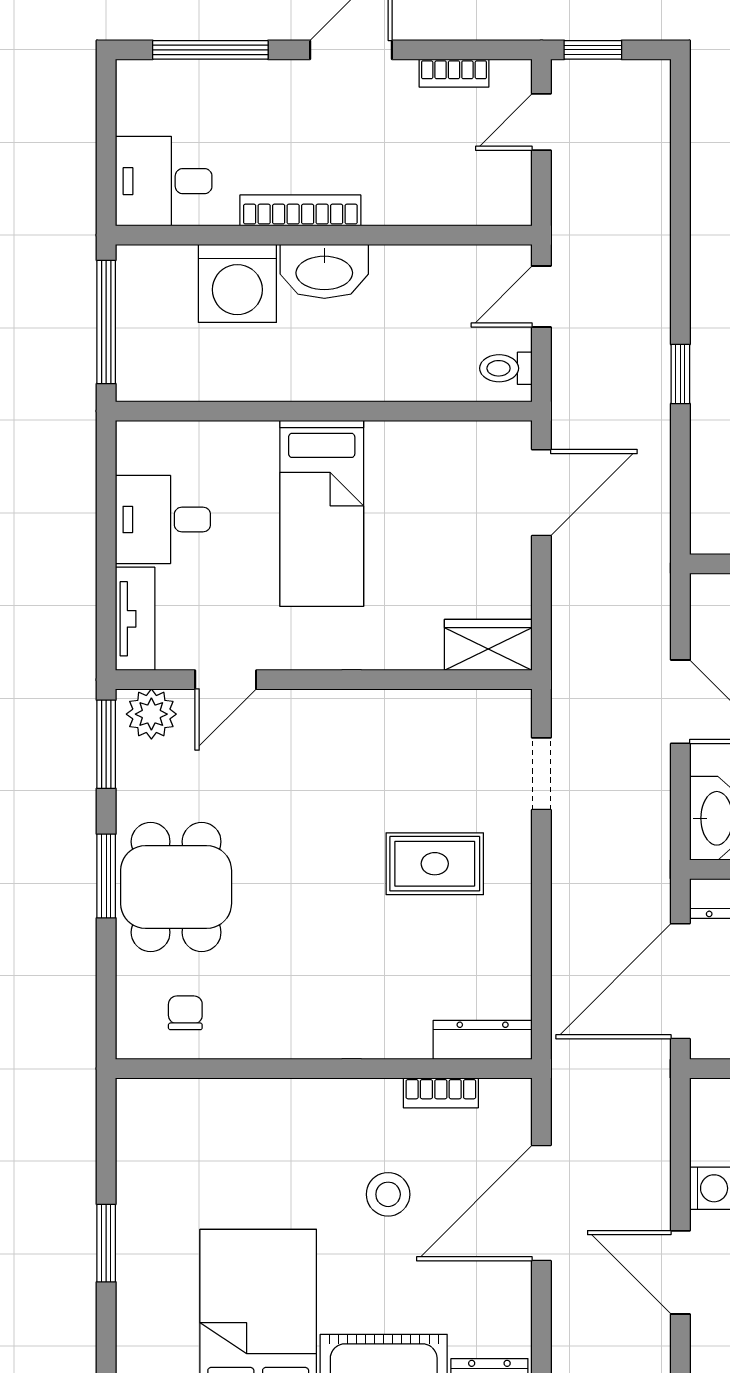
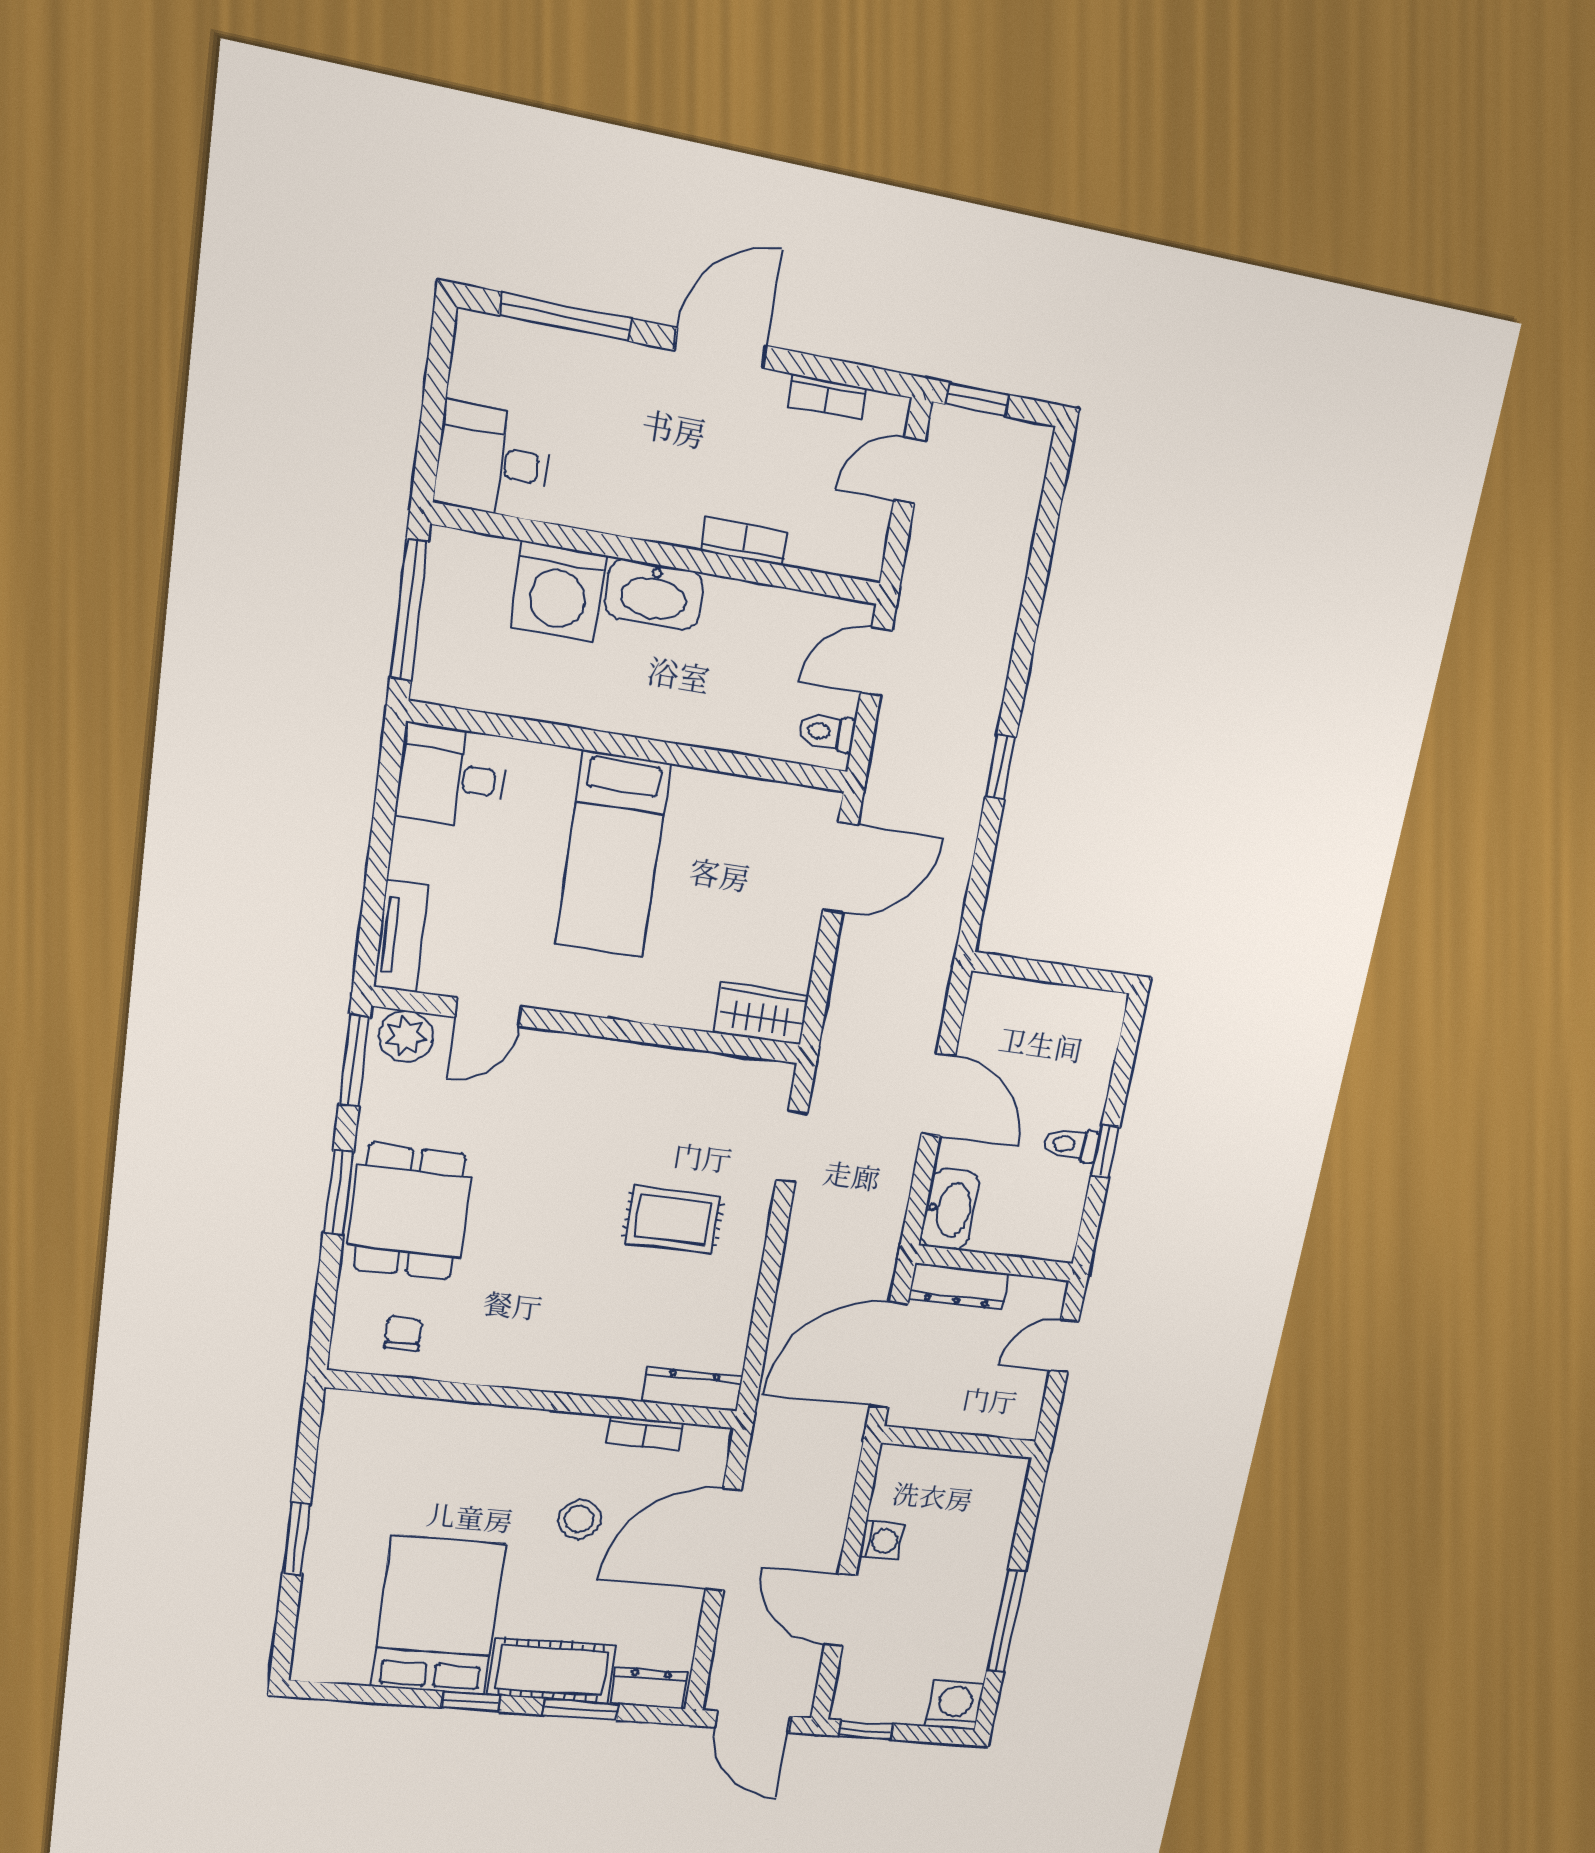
bookcase: (300, 210) -> (745, 541), moved, width x0.64
desk: (163, 519) -> (451, 777), moved

